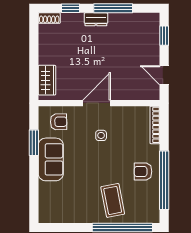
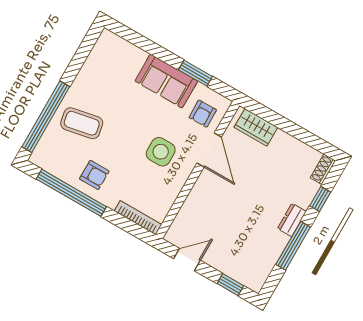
door: (97, 103) -> (209, 150), moved
side table: (101, 135) -> (161, 152), width x1.87, depth x1.87
armchair: (143, 171) -> (94, 175), turned 90

